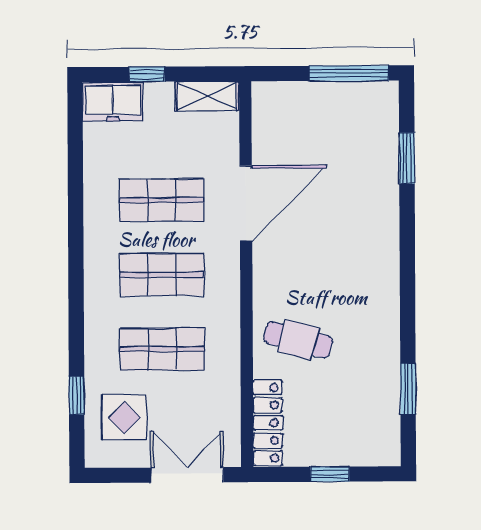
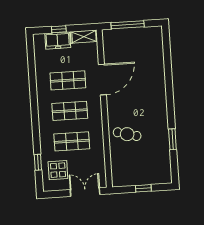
window: (349, 73) -> (128, 25), moved
freezer: (113, 102) -> (58, 40), moved
window: (407, 158) -> (167, 57), removed
window: (408, 389) -> (172, 139), moved
locker: (268, 423) -> (117, 169), removed

